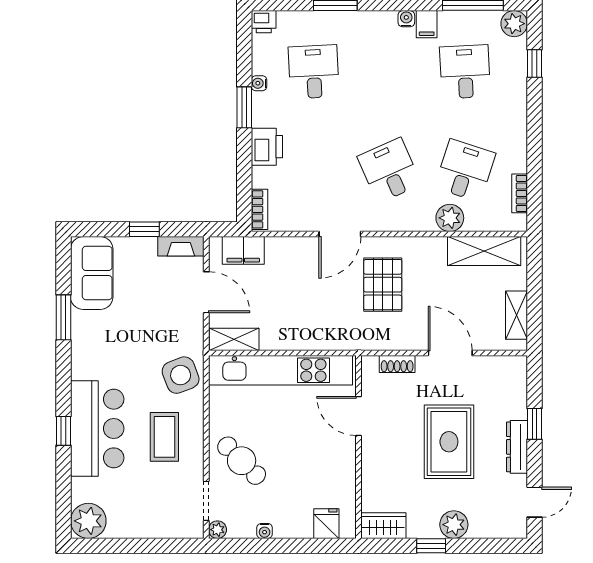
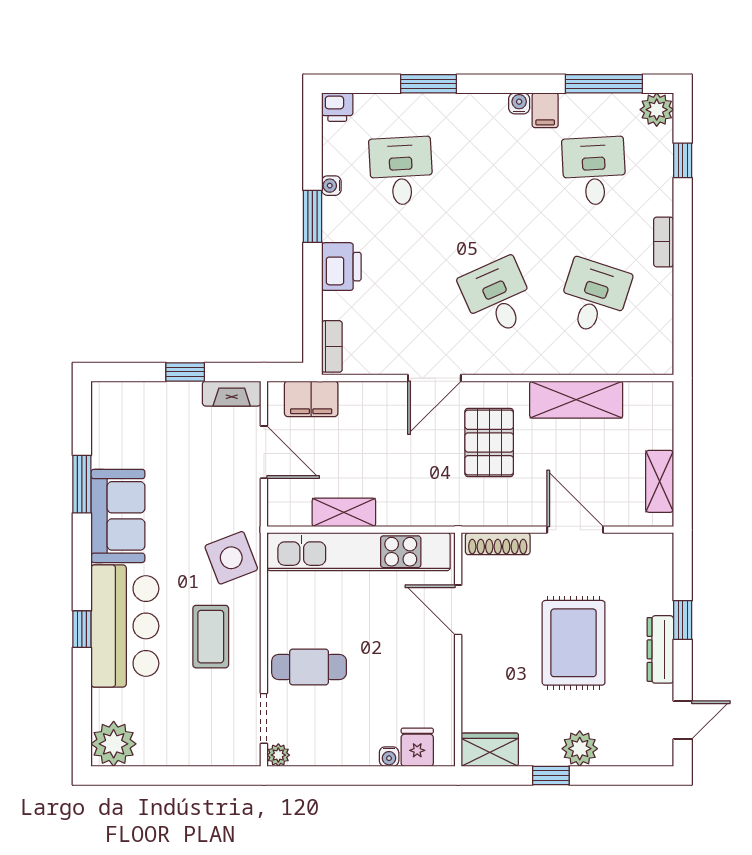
bookcase: (520, 193) -> (664, 242), moved
plant: (450, 218) -> (575, 357), removed
shelving: (484, 251) -> (576, 400), moved
sofa: (92, 273) -> (118, 516), moved
shelving: (234, 339) -> (344, 512), moved
shoe rack: (397, 364) -> (498, 544), width x1.43
cafe table: (242, 461) -> (309, 667), turned -45
water cooler: (265, 531) -> (389, 757), moved

